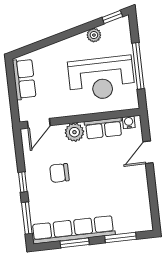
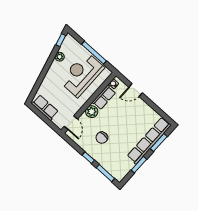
reception desk: (101, 78) -> (82, 74), turned 180
door: (148, 152) -> (136, 90), hinge flipped
row of seats: (73, 230) -> (149, 141), moved

